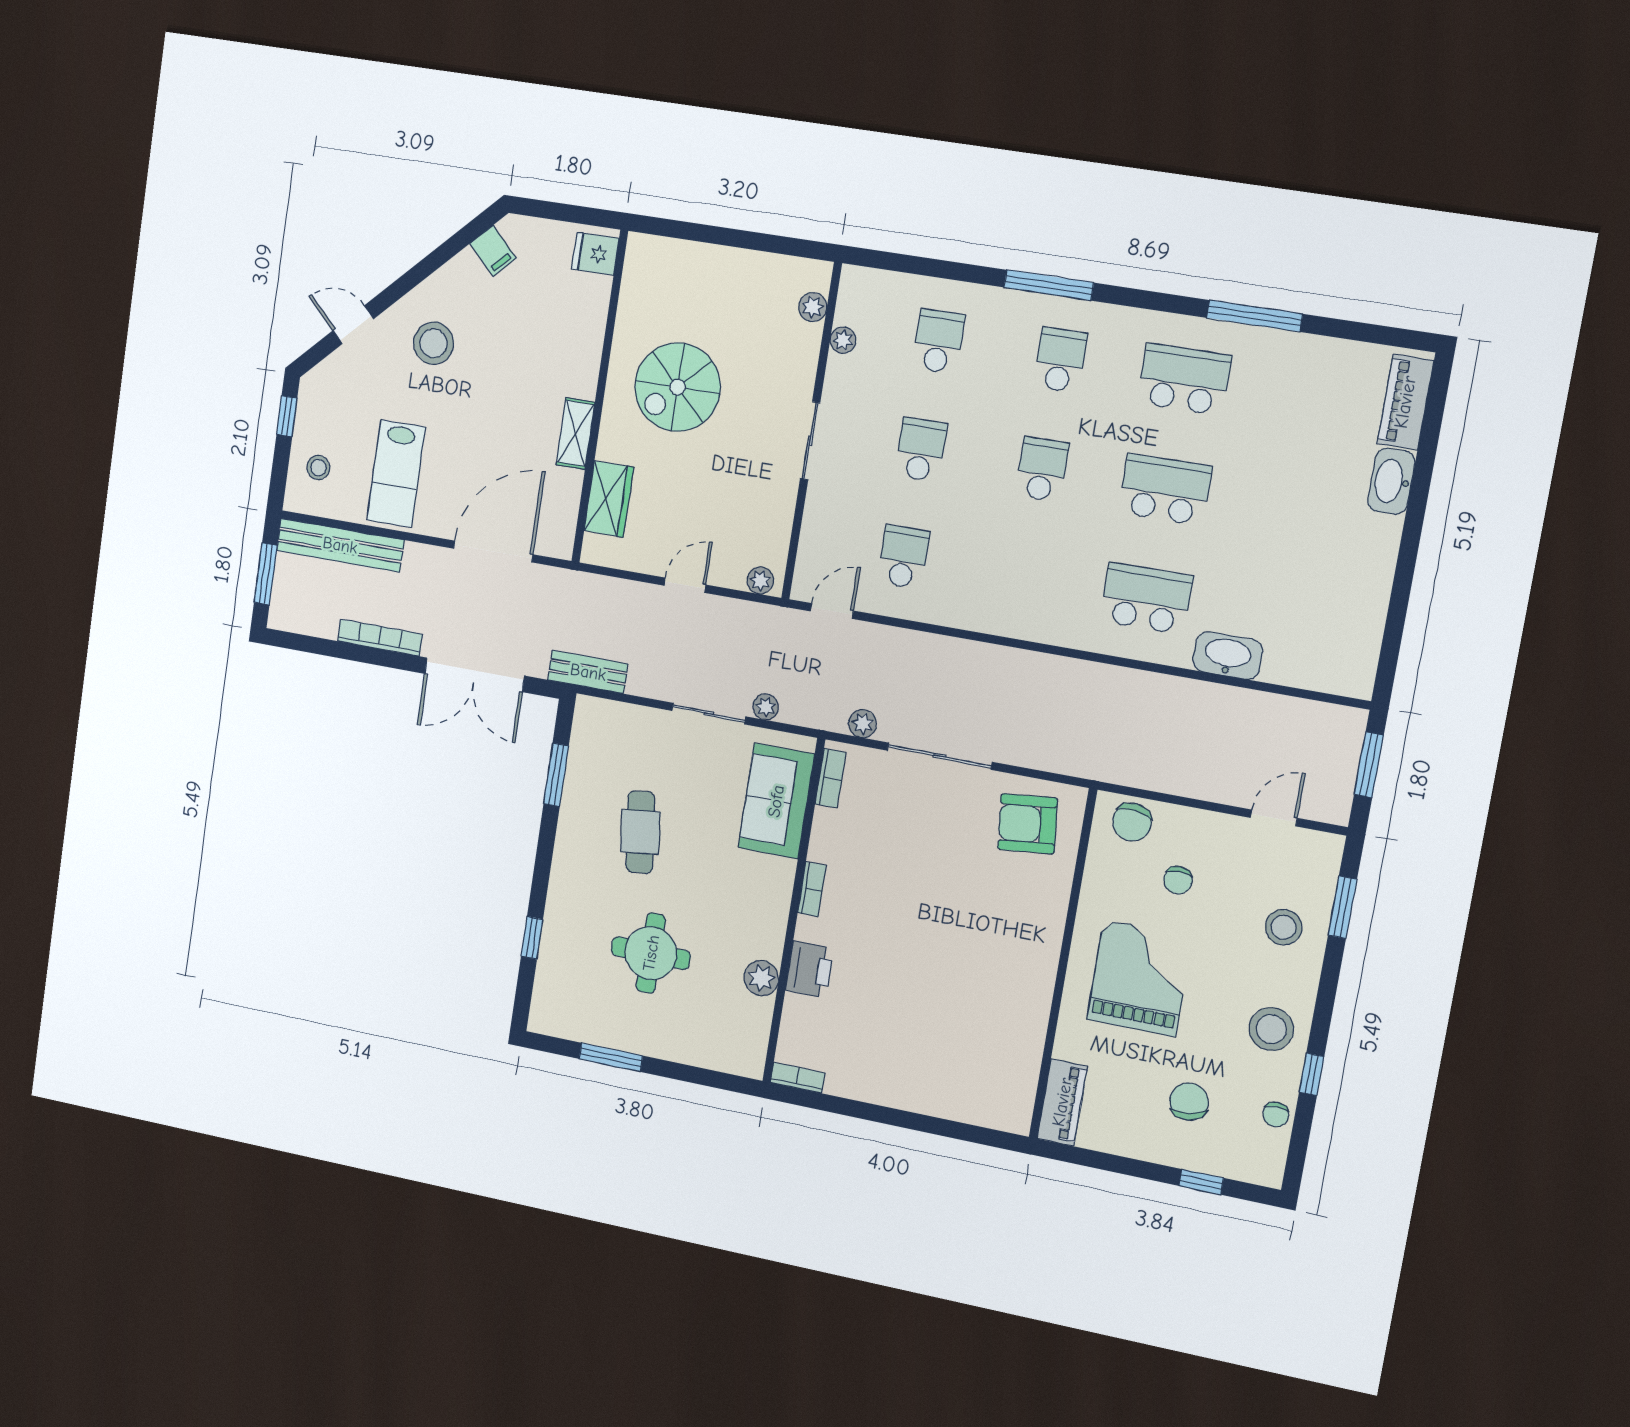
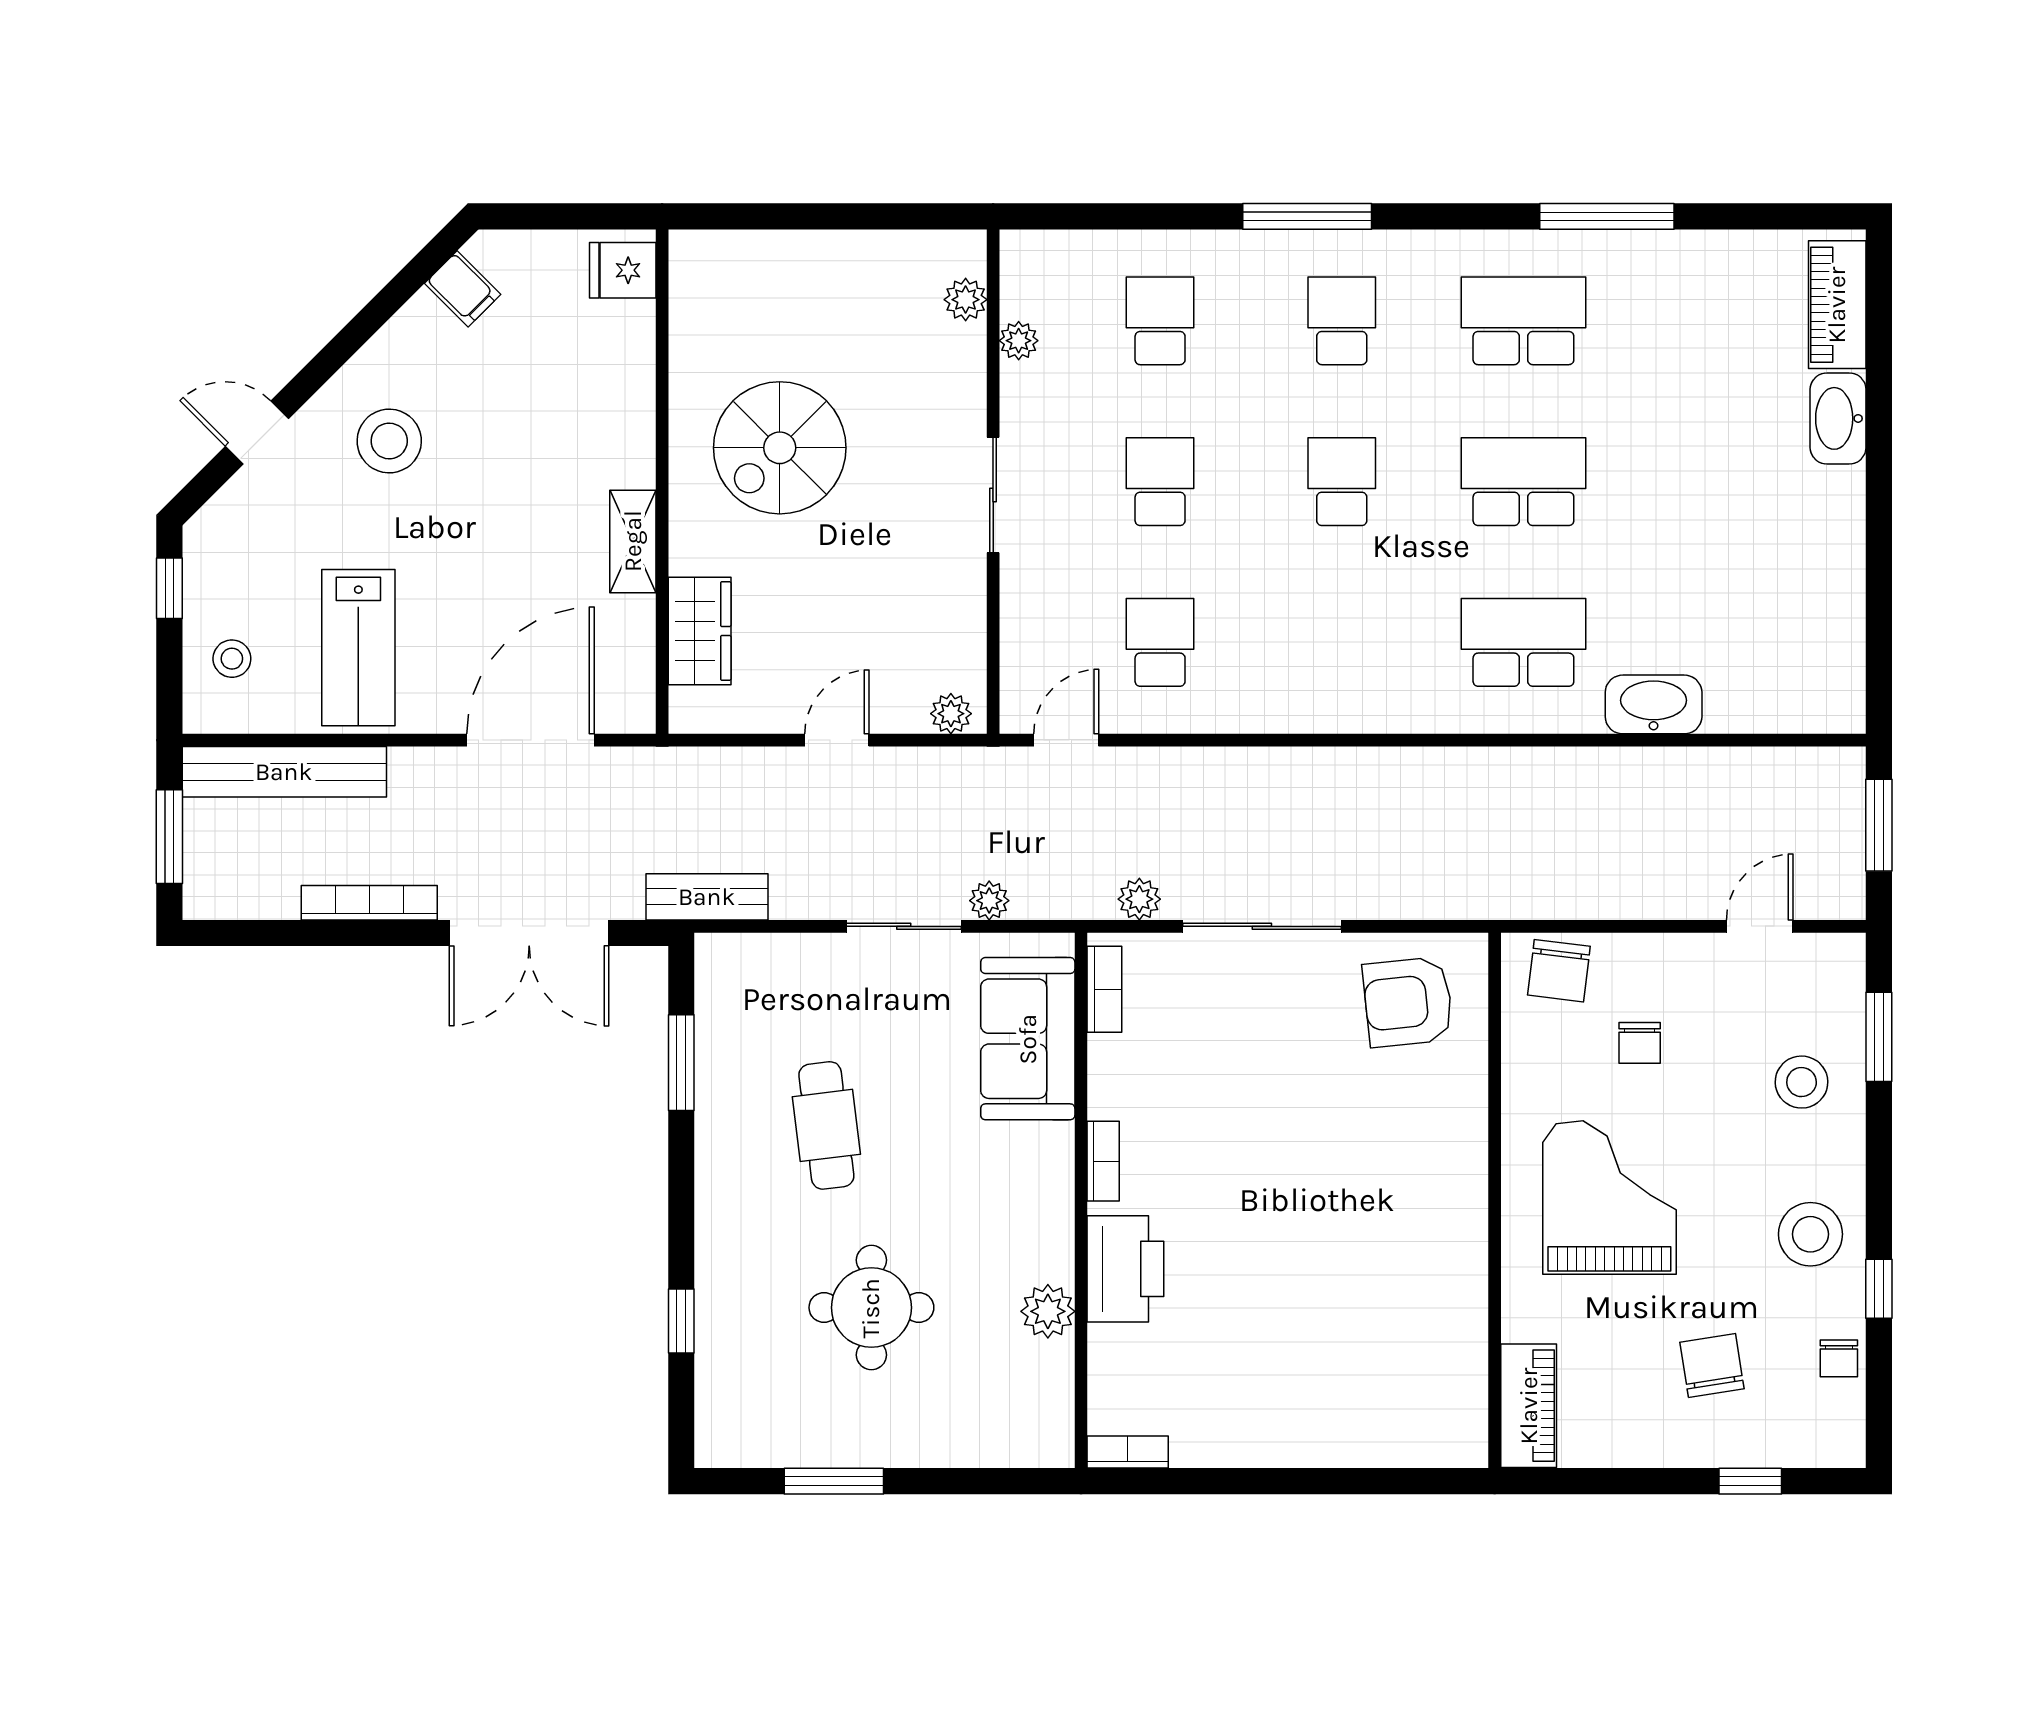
printer: (810, 969) -> (1125, 1269), width x1.37, depth x1.19

